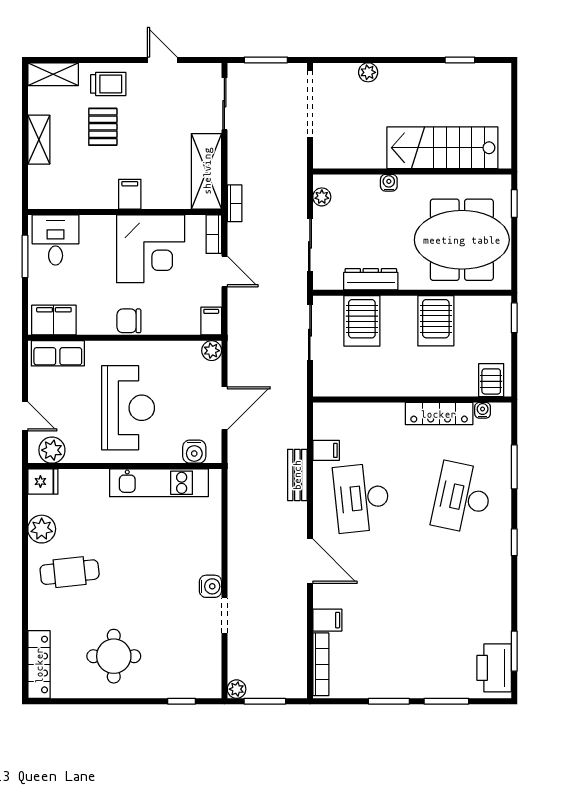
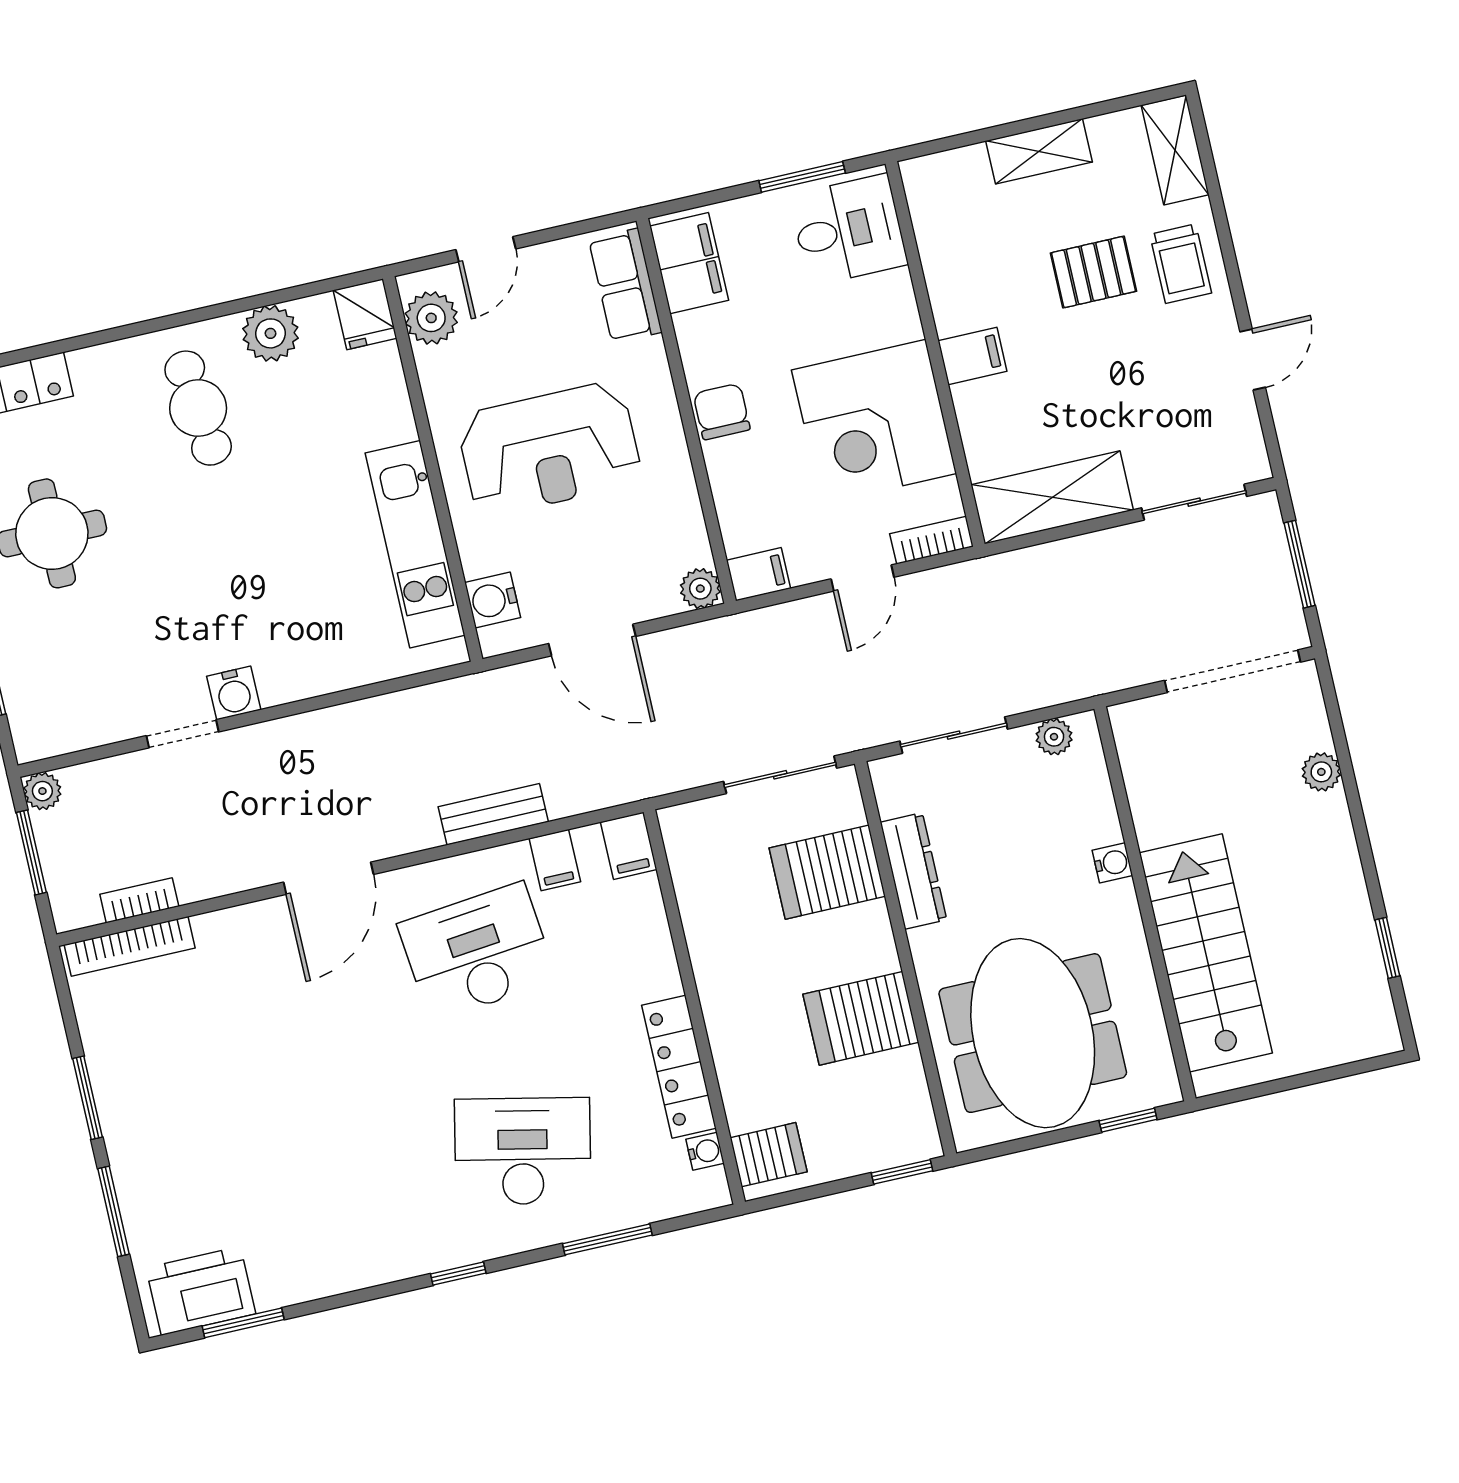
bookcase: (235, 203) -> (139, 900), moved, turned 180
filing cabinet: (327, 620) -> (629, 846), moved

